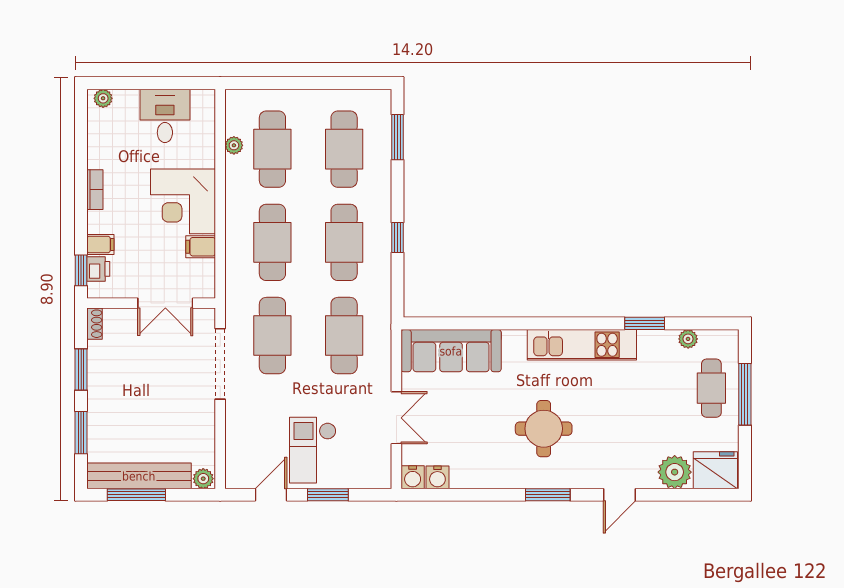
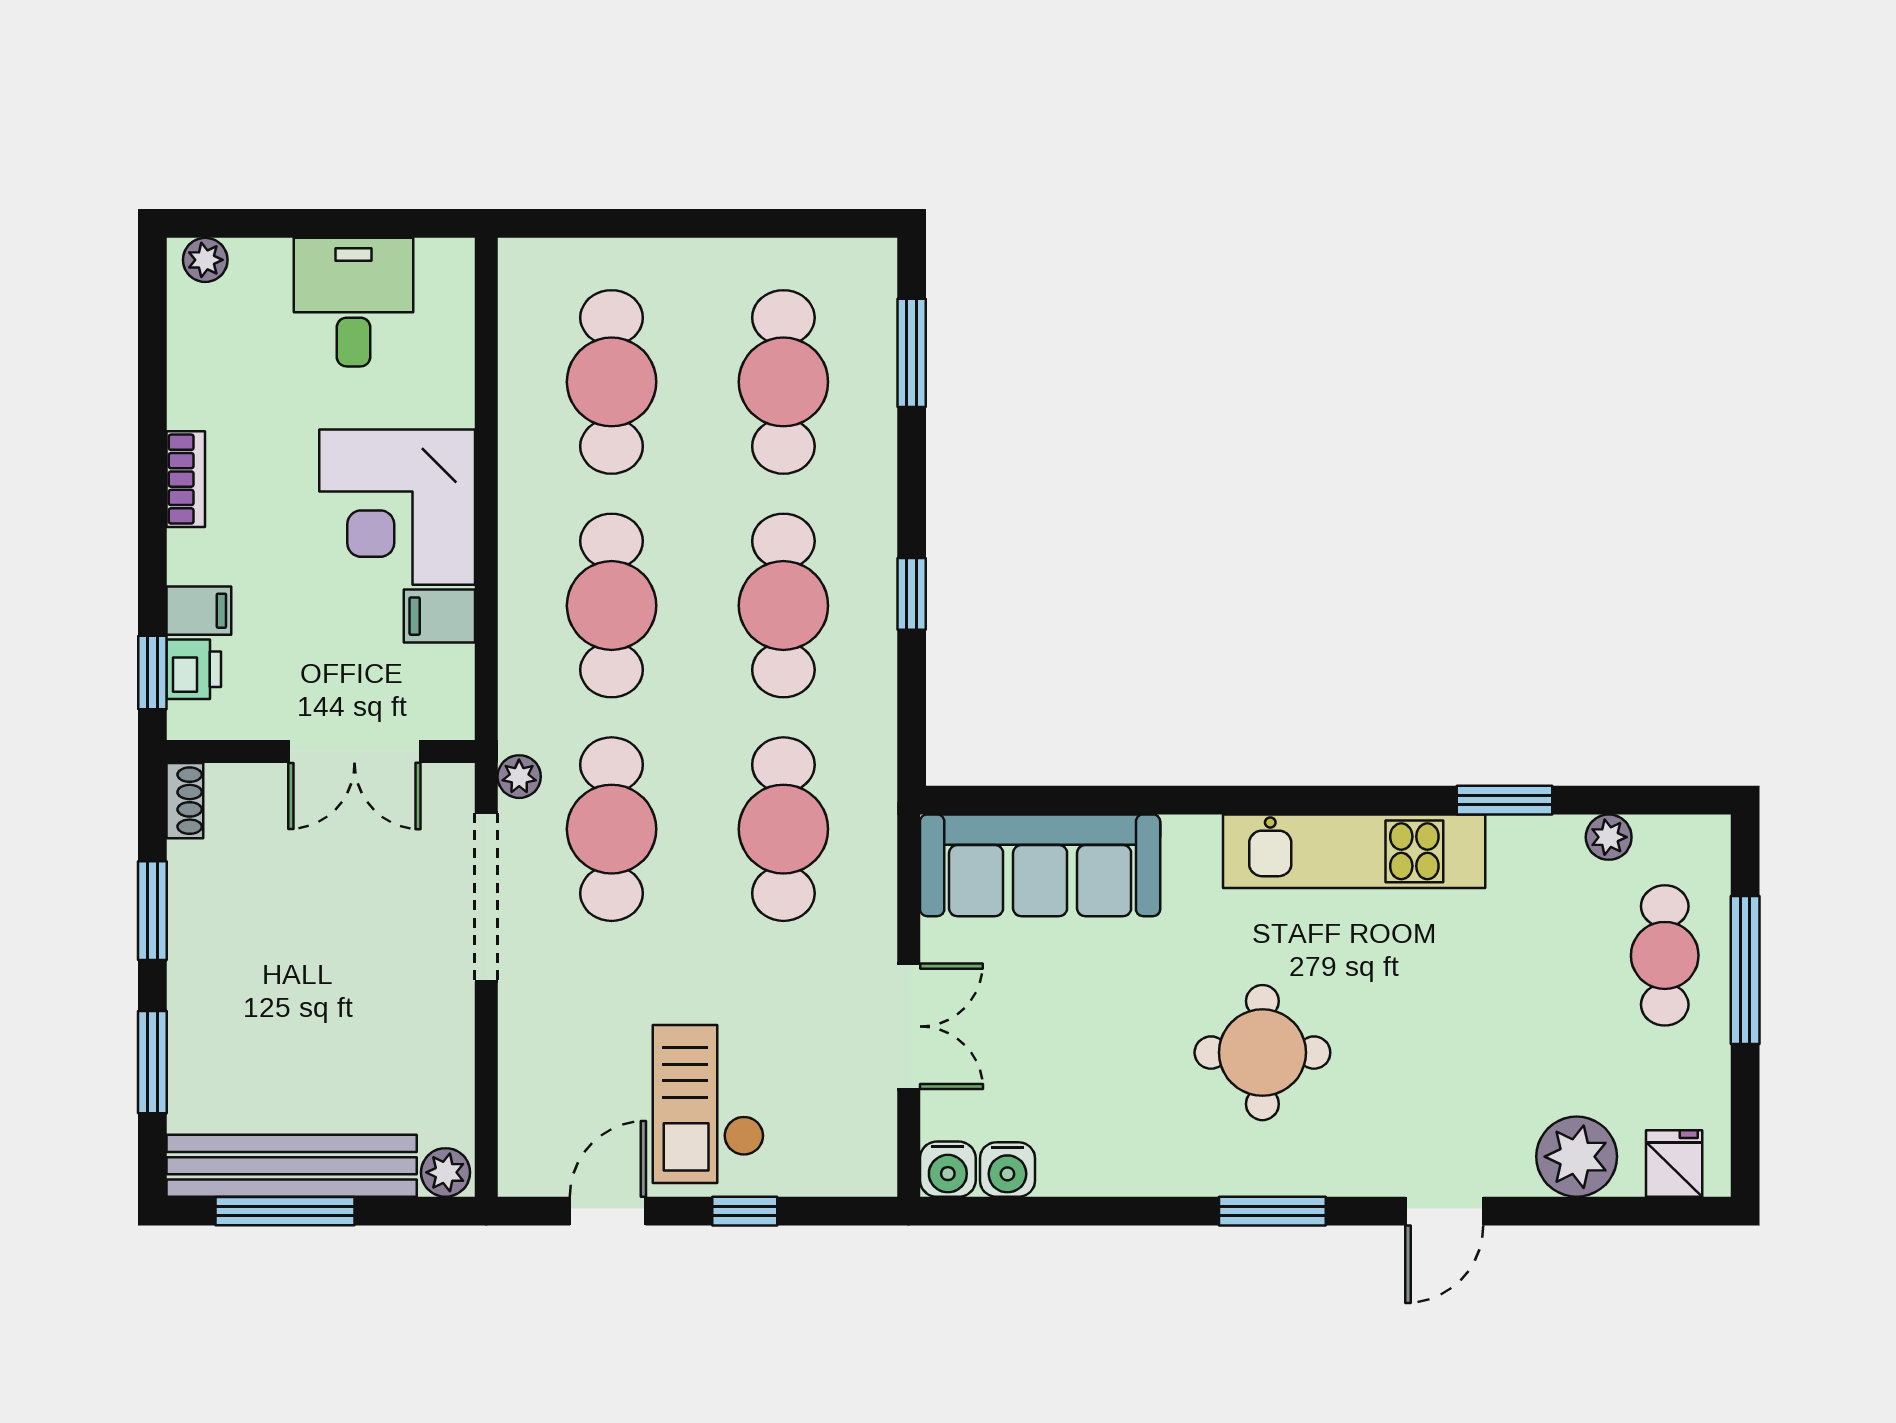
plant: (234, 145) -> (519, 777), moved
fridge: (715, 470) -> (1674, 1163), width x0.53, depth x0.75
window: (328, 495) -> (745, 1211), width x0.67

